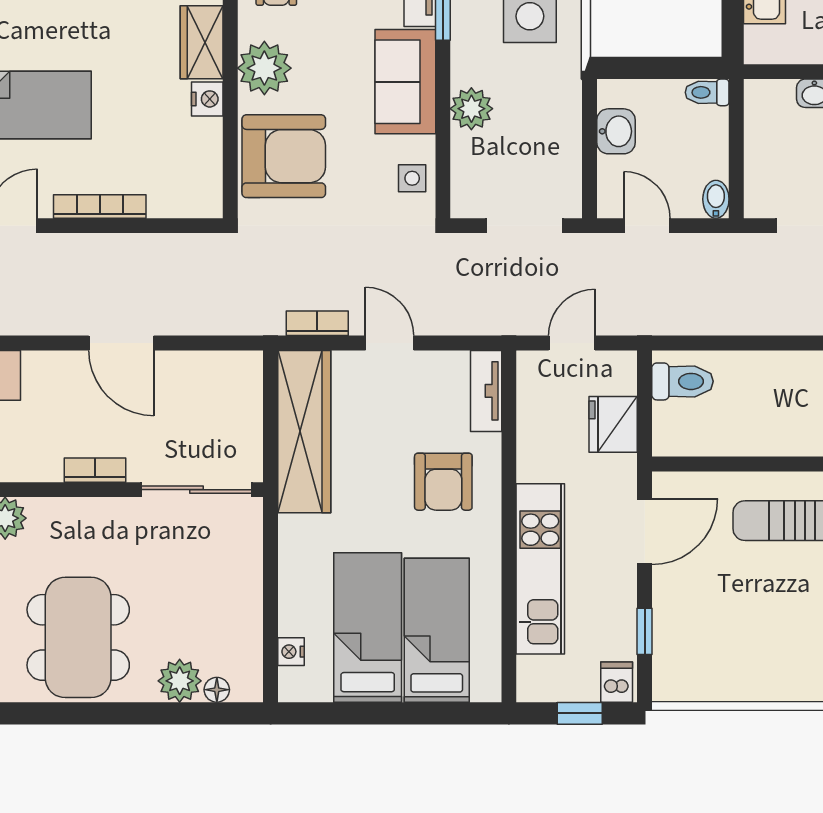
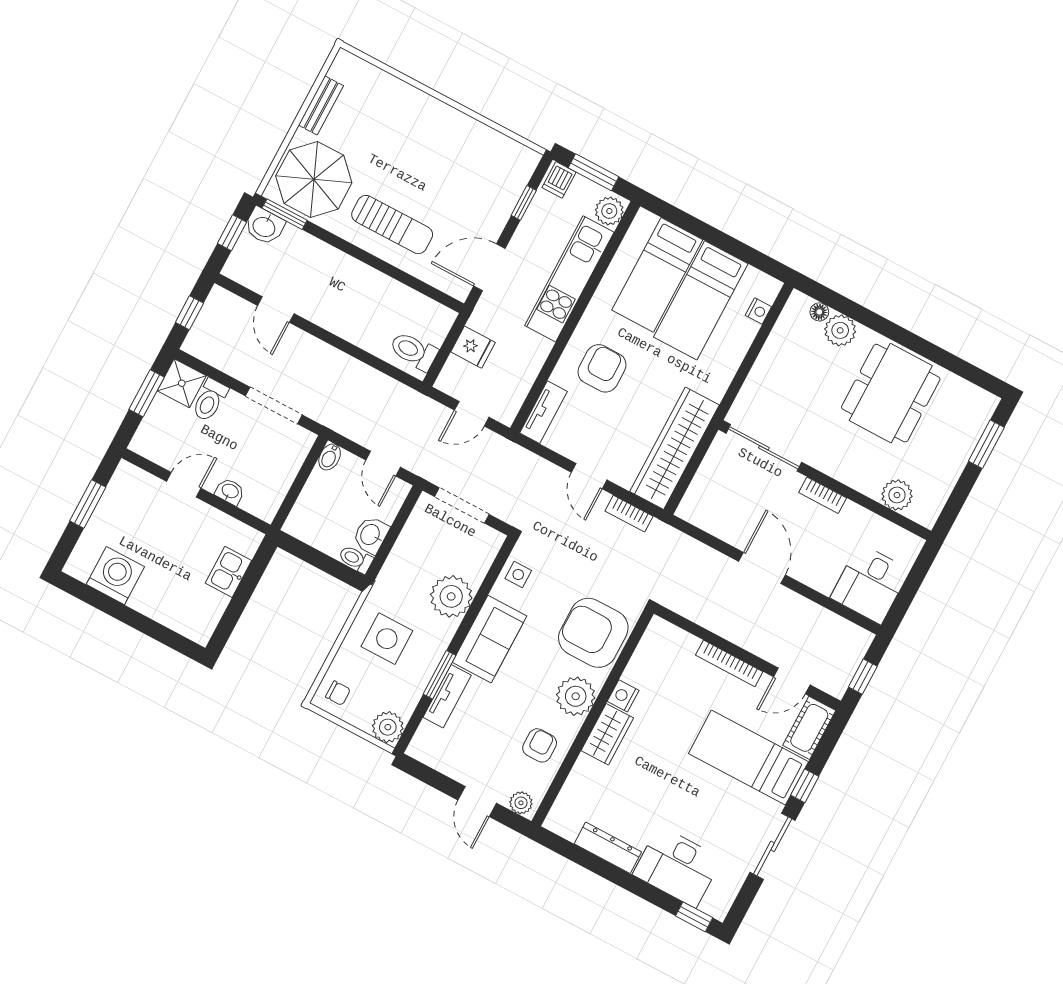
toilet: (707, 92) -> (356, 559), moved, turned 180
plant: (471, 109) -> (451, 596), width x1.36, depth x1.36
fridge: (613, 424) -> (473, 347), width x0.72
plant: (536, 677) -> (609, 211), added
window: (580, 713) -> (593, 172), width x1.50

